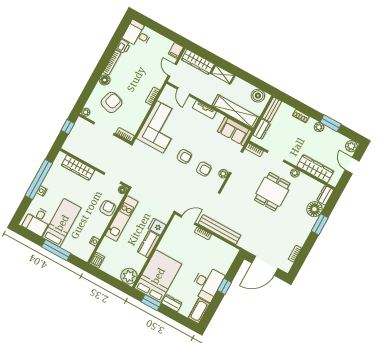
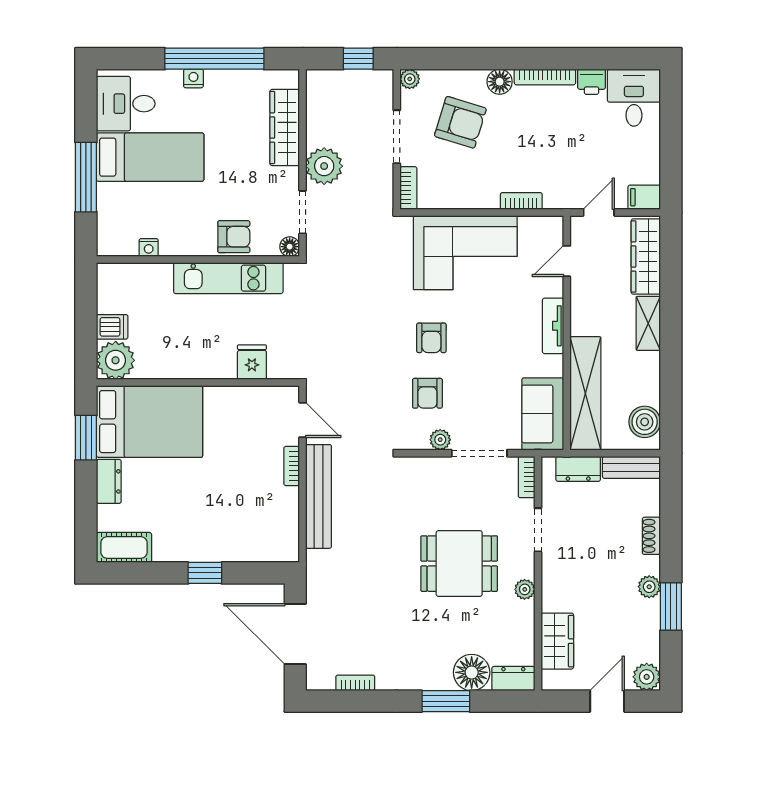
plant: (100, 161) -> (324, 166), added
wardrobe: (315, 169) -> (557, 641), width x0.67
kitchen counter: (149, 244) -> (206, 365), removed
dishwasher: (97, 260) -> (112, 327), moved
desk: (207, 283) -> (191, 533), removed

